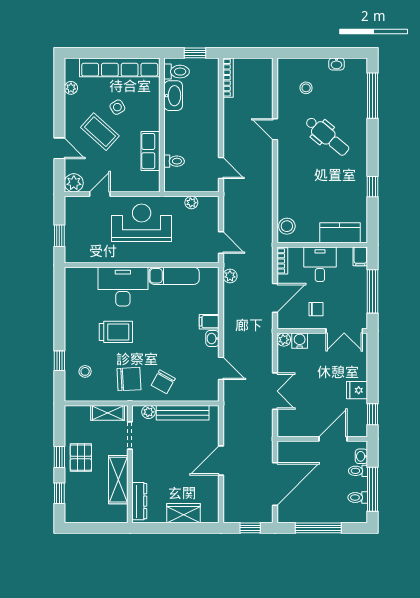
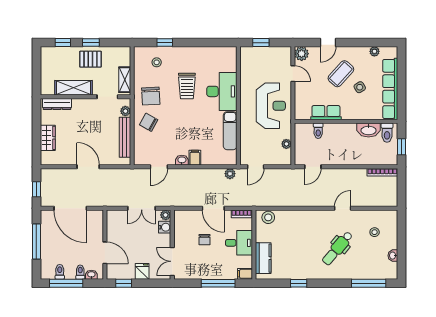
wall: (322, 331) -> (172, 245), moved
double door: (344, 331) -> (172, 261), moved
plant: (284, 340) -> (166, 215), moved
water cooler: (300, 341) -> (165, 227), moved

